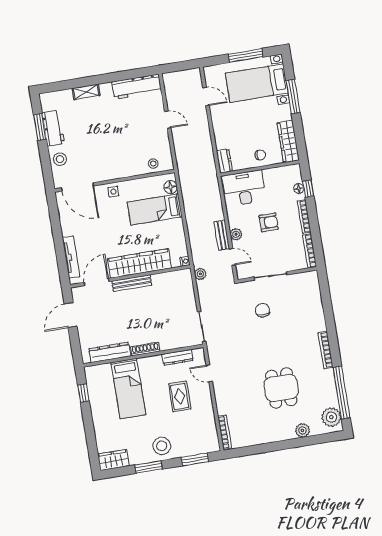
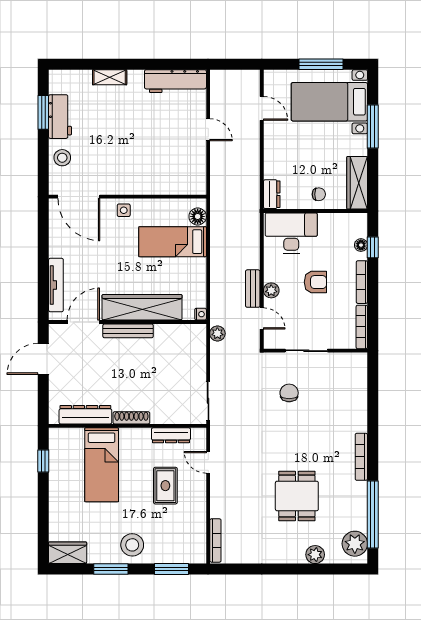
stool: (153, 164) -> (180, 183), removed

